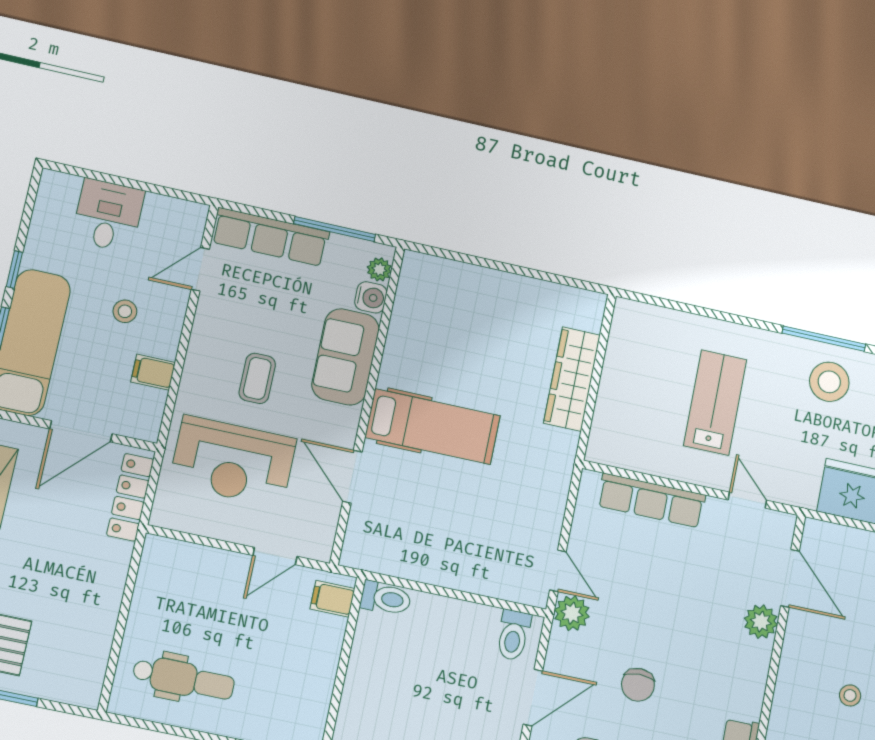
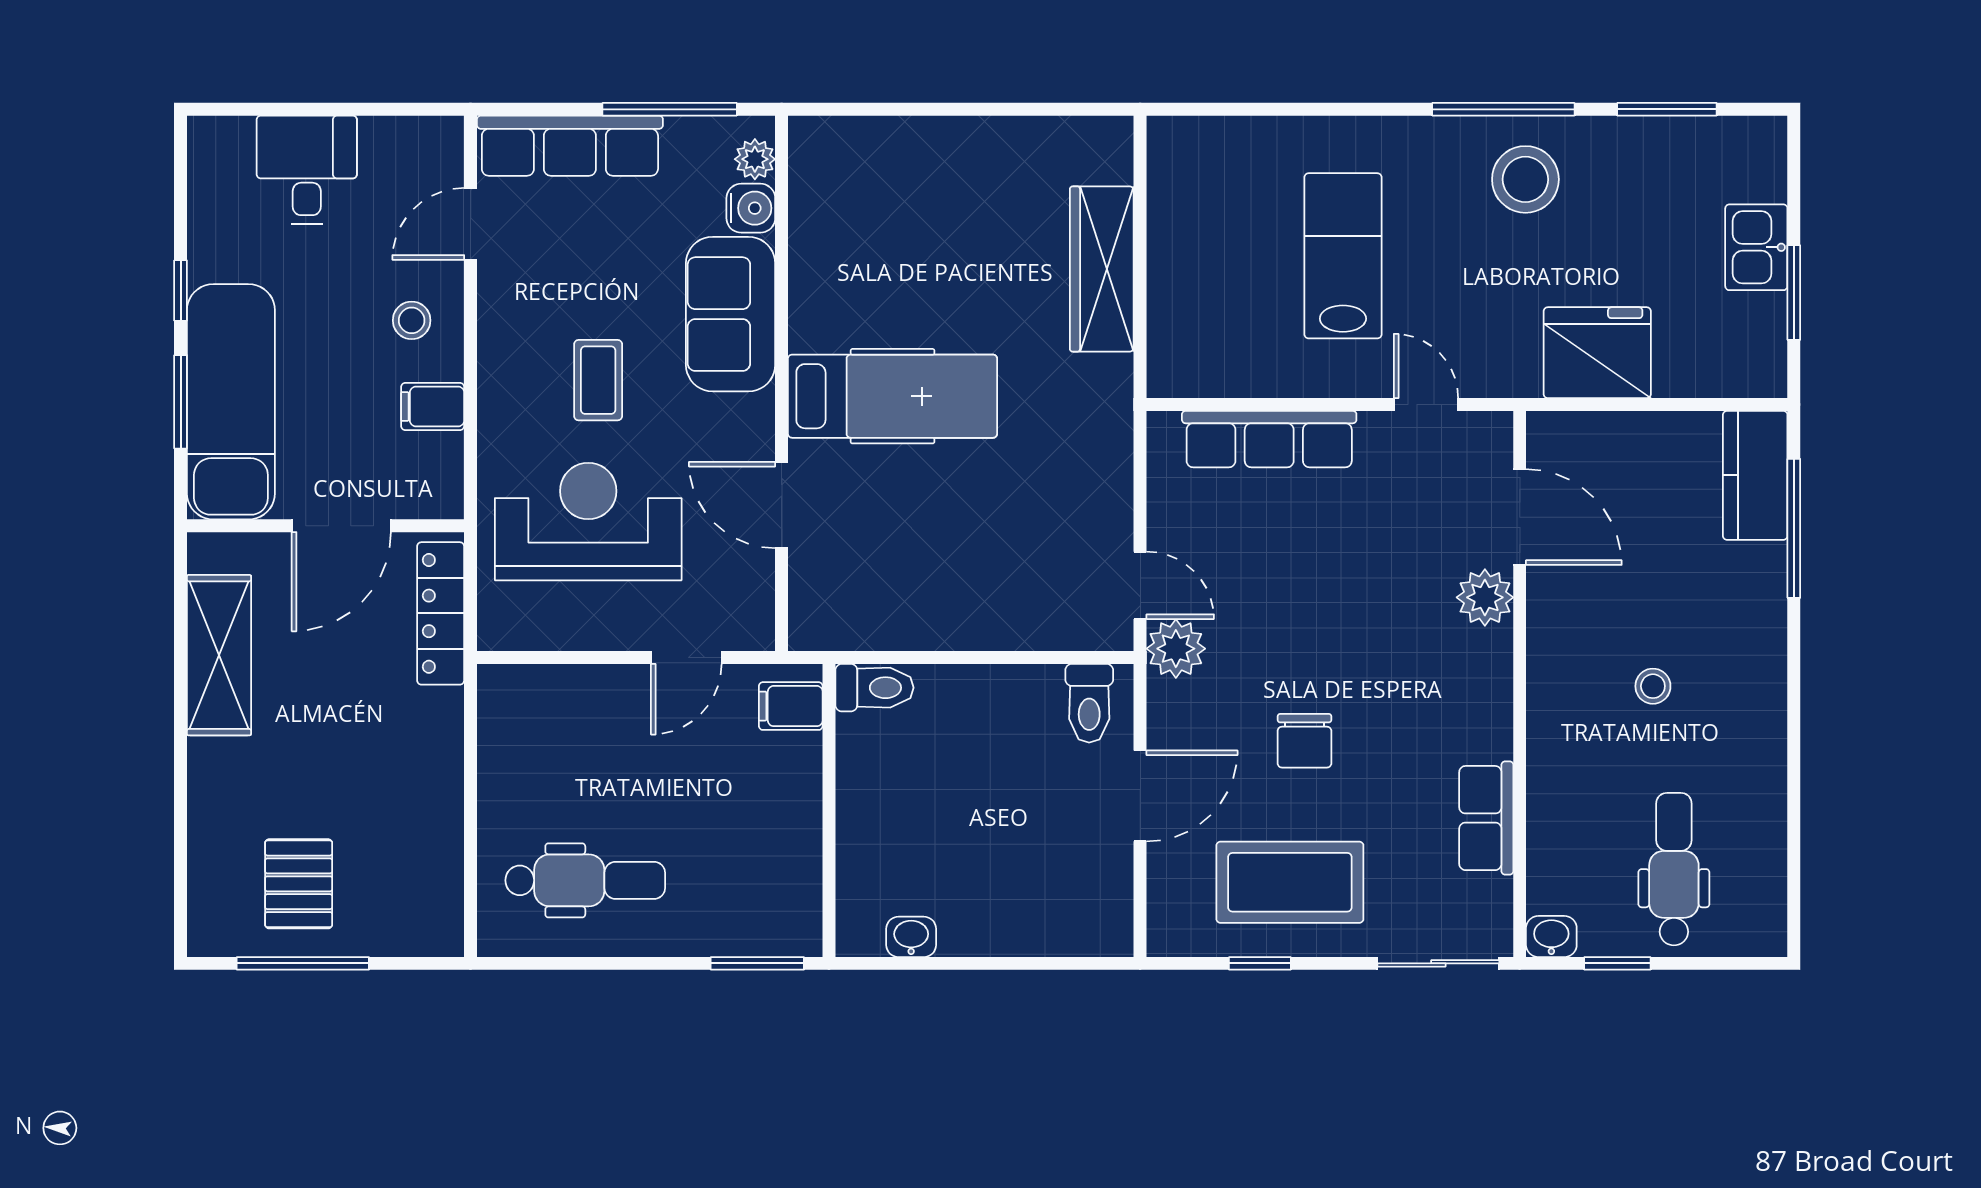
stool: (125, 311) -> (412, 320), moved
reception desk: (233, 461) -> (588, 522), turned 180

